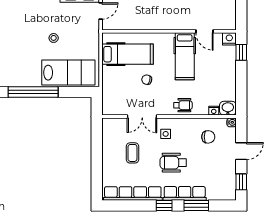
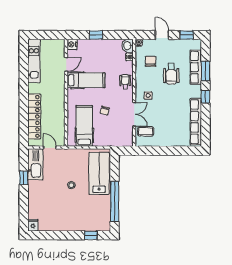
window: (241, 52) -> (96, 35), moved
coffee table: (132, 153) -> (146, 131), moved
wheelchair: (173, 163) -> (171, 74), moved
row of seats: (185, 193) -> (196, 67), moved

